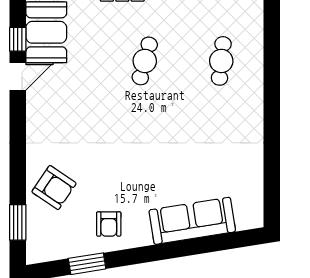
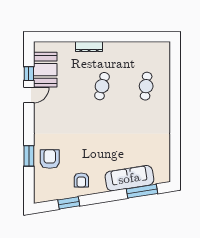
armchair: (54, 188) -> (50, 159), turned -124
window: (18, 222) -> (29, 156), moved
window: (214, 243) -> (142, 191), added

